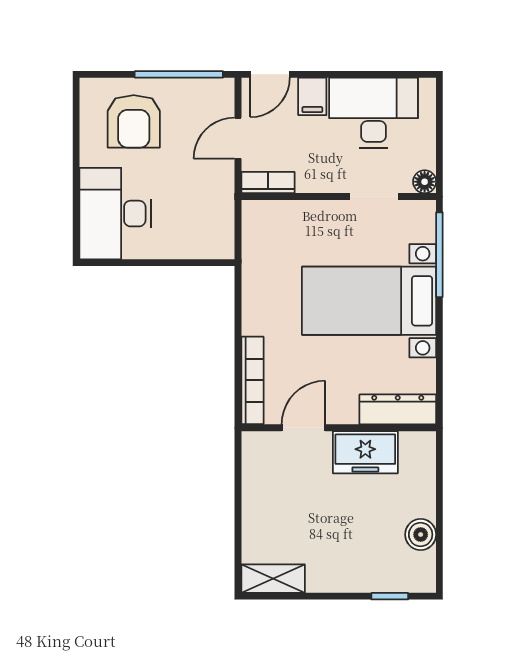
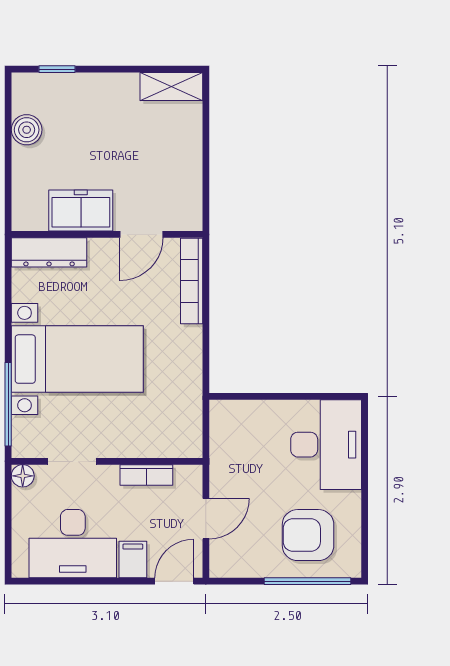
window: (179, 74) -> (308, 581), moved
armchair: (134, 121) -> (308, 535), turned -90
bookcase: (268, 183) -> (146, 475), moved

